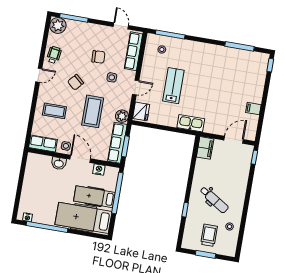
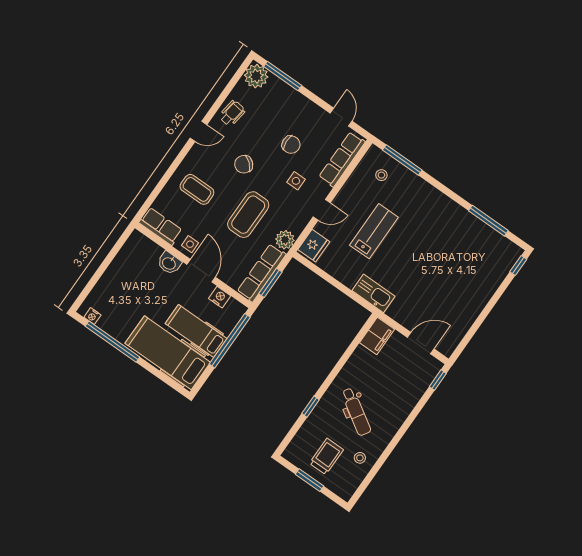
filing cabinet: (253, 109) -> (468, 314), removed

